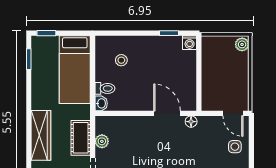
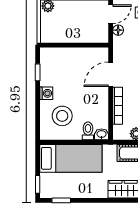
washing machine: (190, 43) -> (46, 93), moved
stool: (121, 60) -> (62, 116), width x1.89, depth x1.89
bookcase: (132, 121) -> (118, 106), added
floor lamp: (191, 122) -> (118, 30), moved

